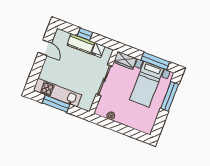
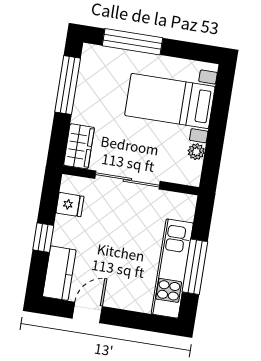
kitchen counter: (81, 44) -> (59, 273), moved
bed with nightstands: (147, 84) -> (170, 101), moved, turned 180

